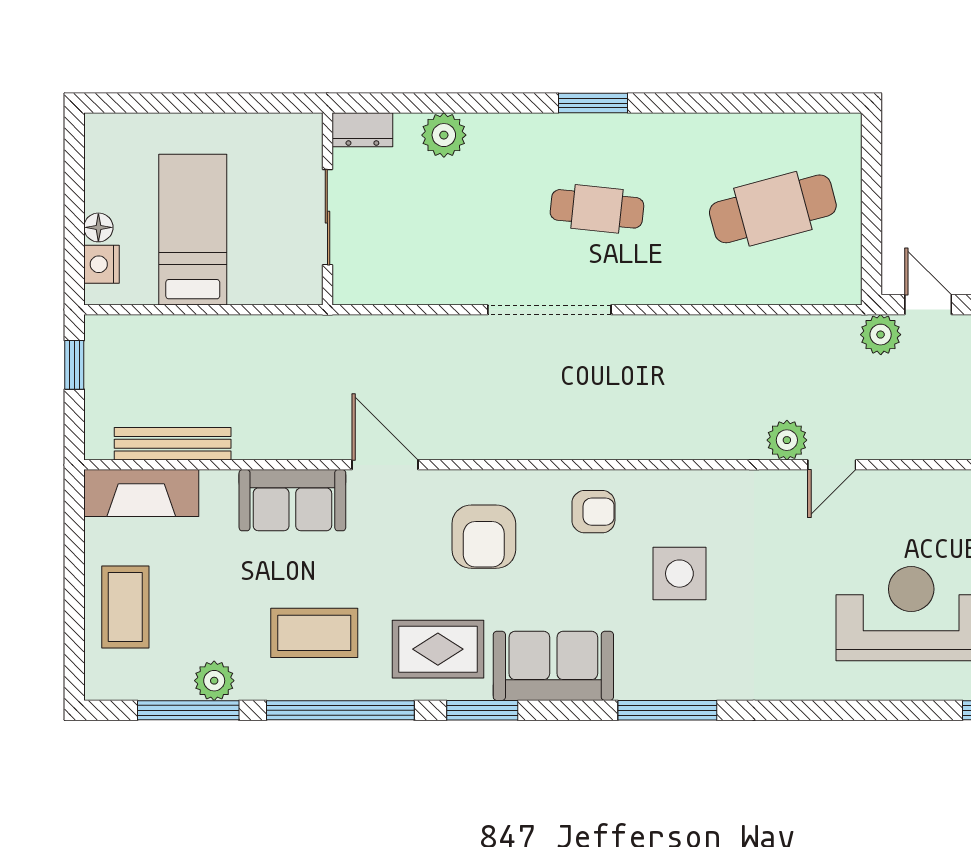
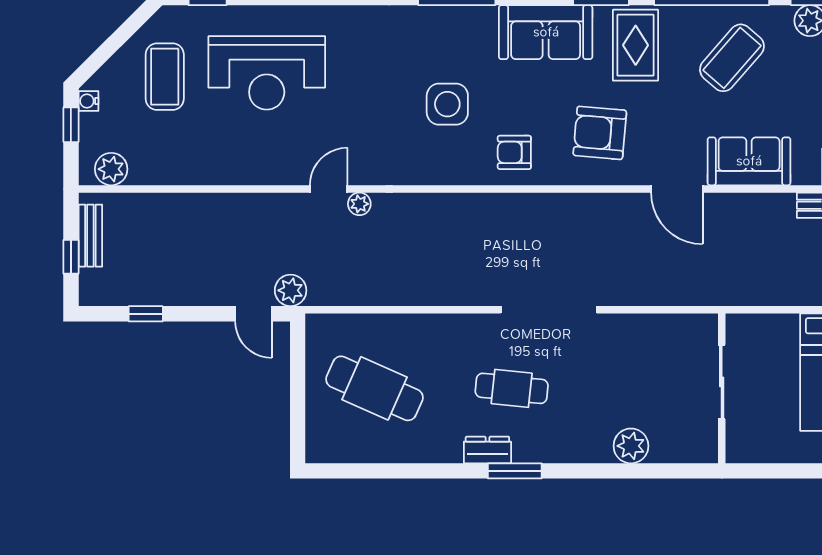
dresser: (362, 130) -> (487, 450), moved
cafe table: (773, 209) -> (375, 388), turned 39
plant: (787, 440) -> (359, 204), width x0.73, depth x0.73
armchair: (484, 537) -> (600, 133), turned -85
coffee table: (314, 633) -> (732, 58), turned -49
rug: (438, 649) -> (636, 45), turned 90

